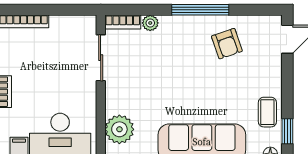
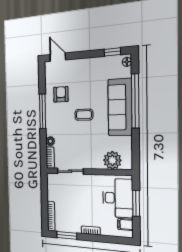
armchair: (227, 44) -> (61, 94), turned -71
coffee table: (267, 112) -> (84, 115), moved

